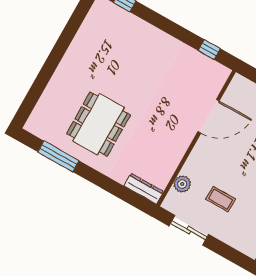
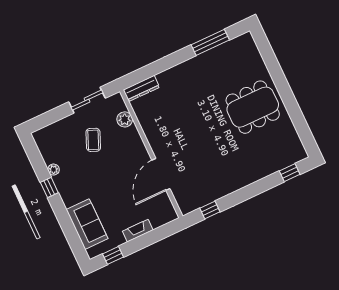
dining table: (99, 124) -> (253, 107), moved, turned 90
coffee table: (221, 199) -> (93, 140), turned -67

